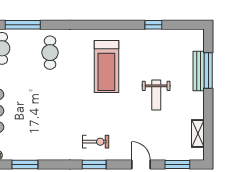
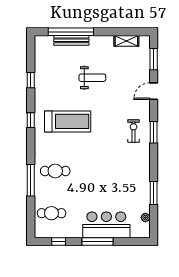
window: (23, 25) -> (31, 180), moved
window: (108, 25) -> (31, 120), added
window: (208, 70) -> (71, 32), width x1.46

